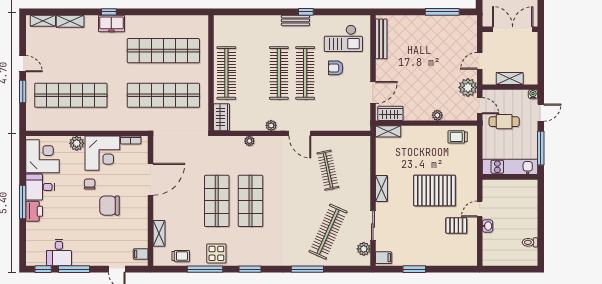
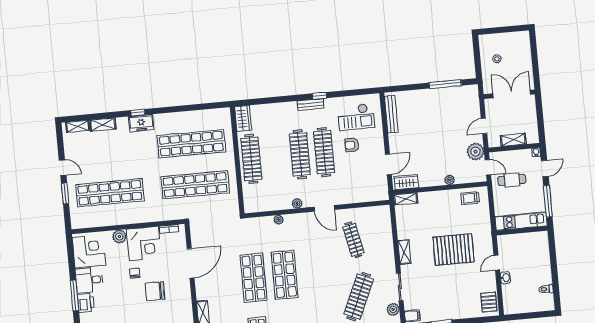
wardrobe: (221, 117) -> (243, 119), moved
pallet: (456, 226) -> (489, 302), moved, turned 90

